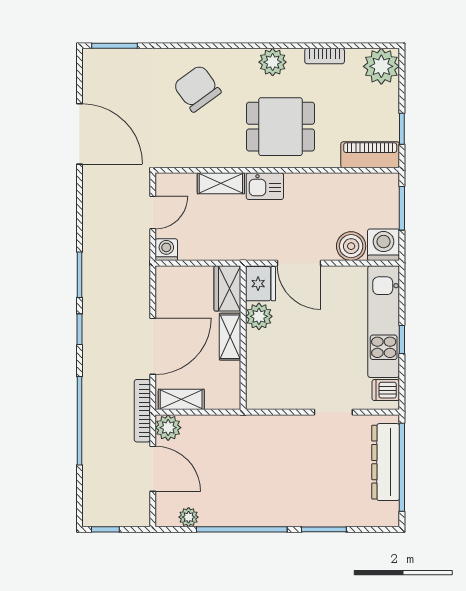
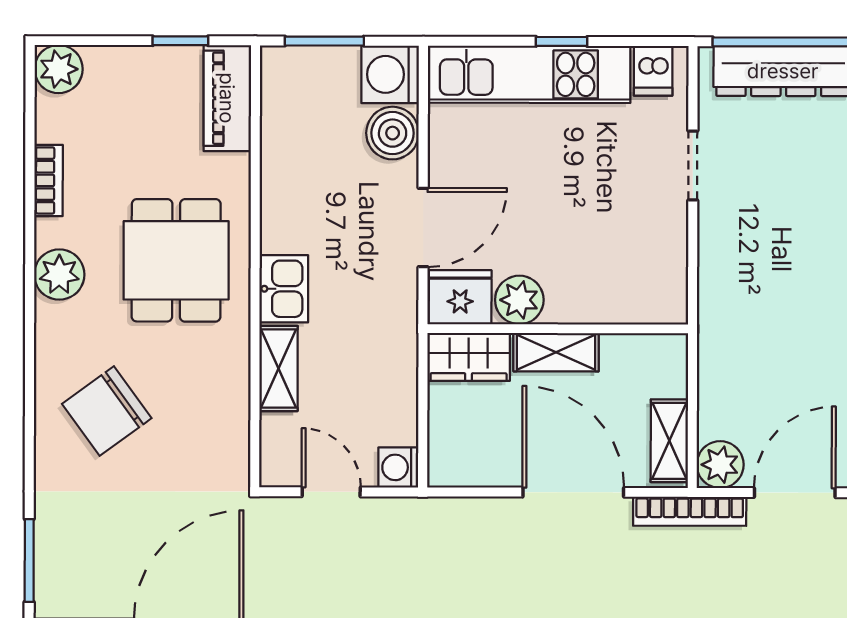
plant: (381, 66) -> (59, 69), width x0.73, depth x0.73

